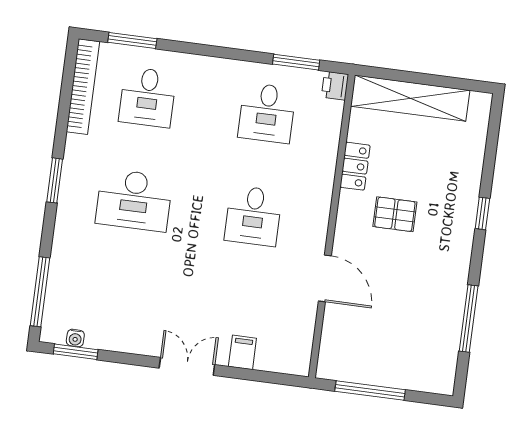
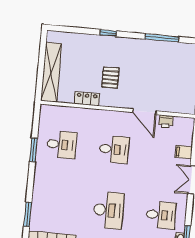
window: (296, 62) -> (33, 150), moved
printer: (335, 86) -> (166, 121), moved
desk: (148, 97) -> (161, 215), moved
door: (325, 278) -> (144, 112), swing flipped

